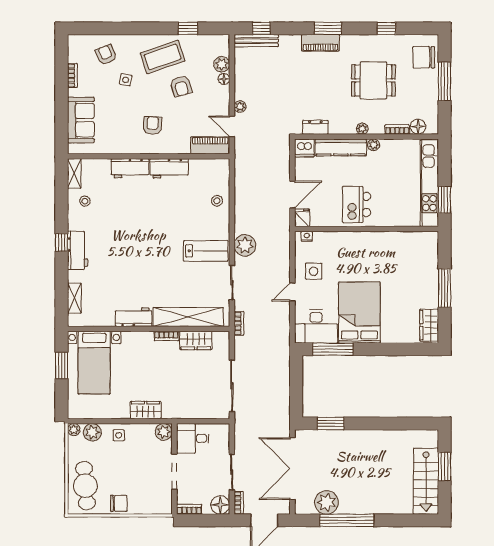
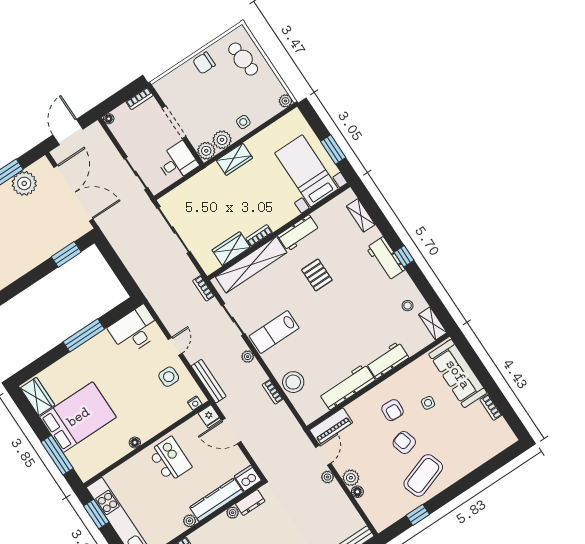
armchair: (106, 55) -> (474, 445), removed
plant: (222, 64) -> (351, 478), moved
side table: (126, 80) -> (428, 403), moved
armchair: (181, 86) -> (404, 443), moved
sofa: (81, 120) -> (458, 374), width x1.36
door: (232, 126) -> (323, 455), hinge flipped
plant: (362, 129) -> (233, 513), moved
workbench: (169, 168) -> (347, 387), width x1.38
door: (292, 194) -> (231, 431), hinge flipped
stool: (217, 201) -> (293, 382), width x1.89, depth x1.89
floor lamp: (376, 237) -> (135, 443), added
plant: (245, 245) -> (248, 357), width x0.53, depth x0.53
bench: (284, 246) -> (209, 381), added
pallet: (141, 274) -> (317, 275), added
window: (445, 288) -> (57, 455), moved
bed: (359, 313) -> (78, 417), moved, turned -90
window: (333, 349) -> (84, 335), moved
plant: (92, 432) -> (222, 140), moved
sliding door: (232, 472) -> (136, 173), moved
cafe table: (85, 486) -> (243, 59), width x0.73, depth x0.74
bookcase: (239, 503) -> (273, 392), moved
floor lamp: (220, 505) -> (109, 119), width x0.53, depth x0.53

